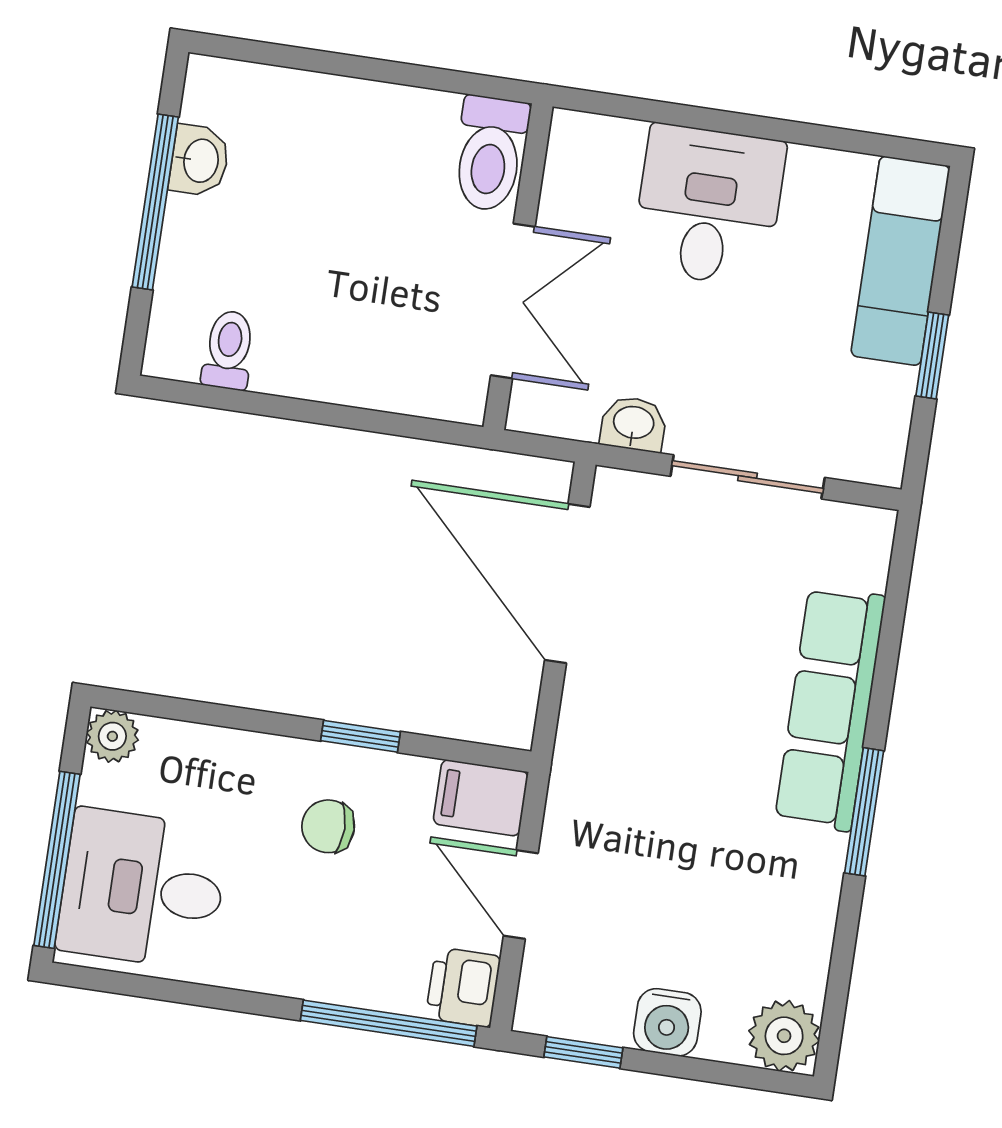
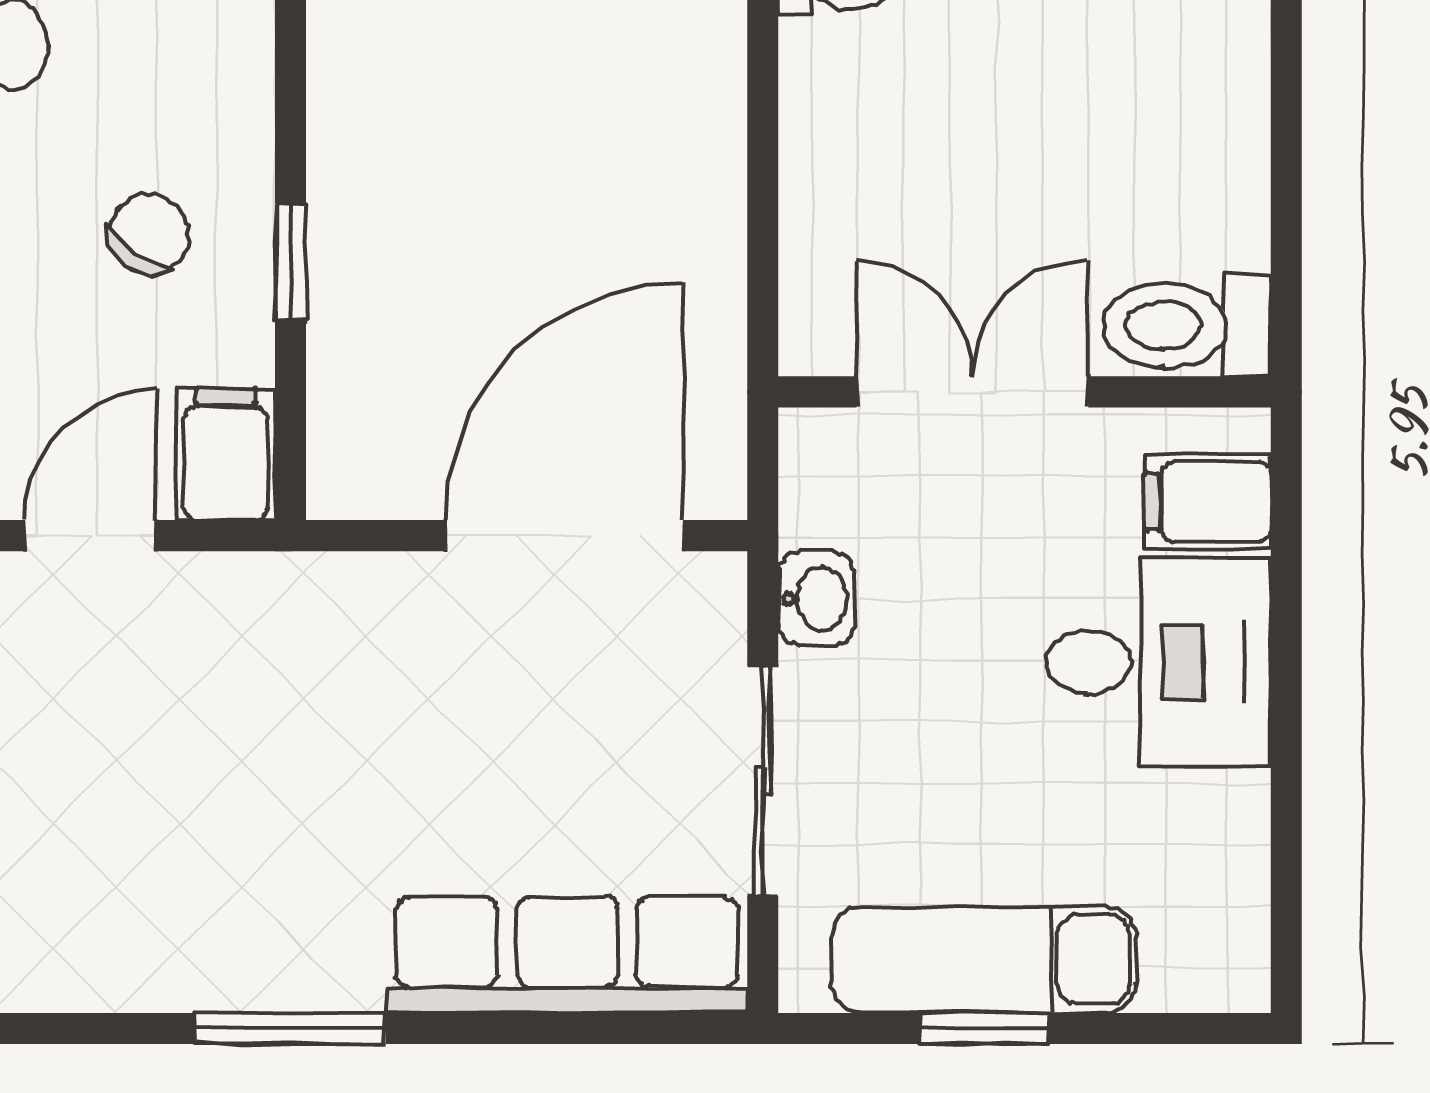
filing cabinet: (608, 157) -> (1208, 502), added
exam couch: (900, 261) -> (983, 960), moved
double door: (513, 301) -> (972, 392), swing flipped
row of seats: (830, 709) -> (567, 955), moved
chair: (328, 826) -> (149, 234), turned 36

